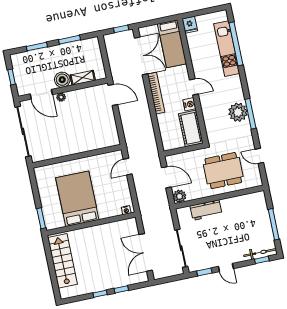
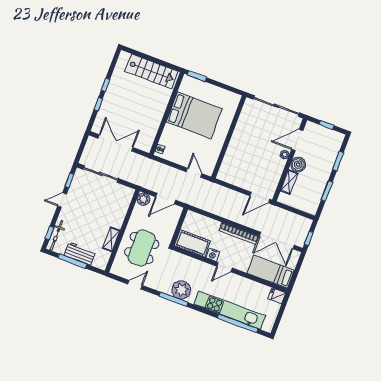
kitchen unit: (227, 49) -> (230, 310), width x1.36
shelving: (233, 202) -> (111, 239), added
workbench: (206, 210) -> (80, 254), moved, turned 90

